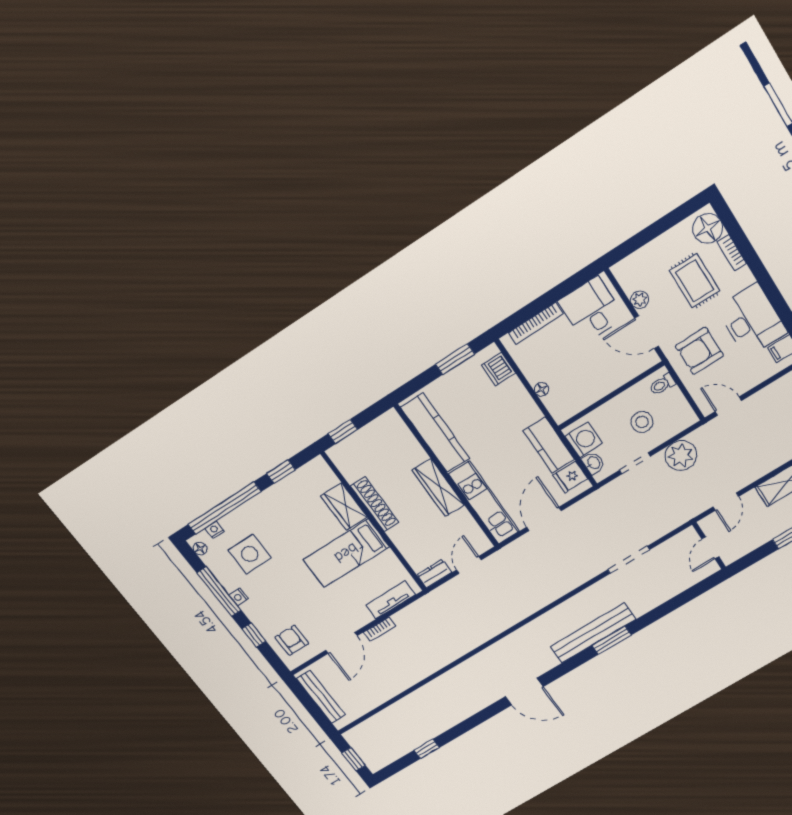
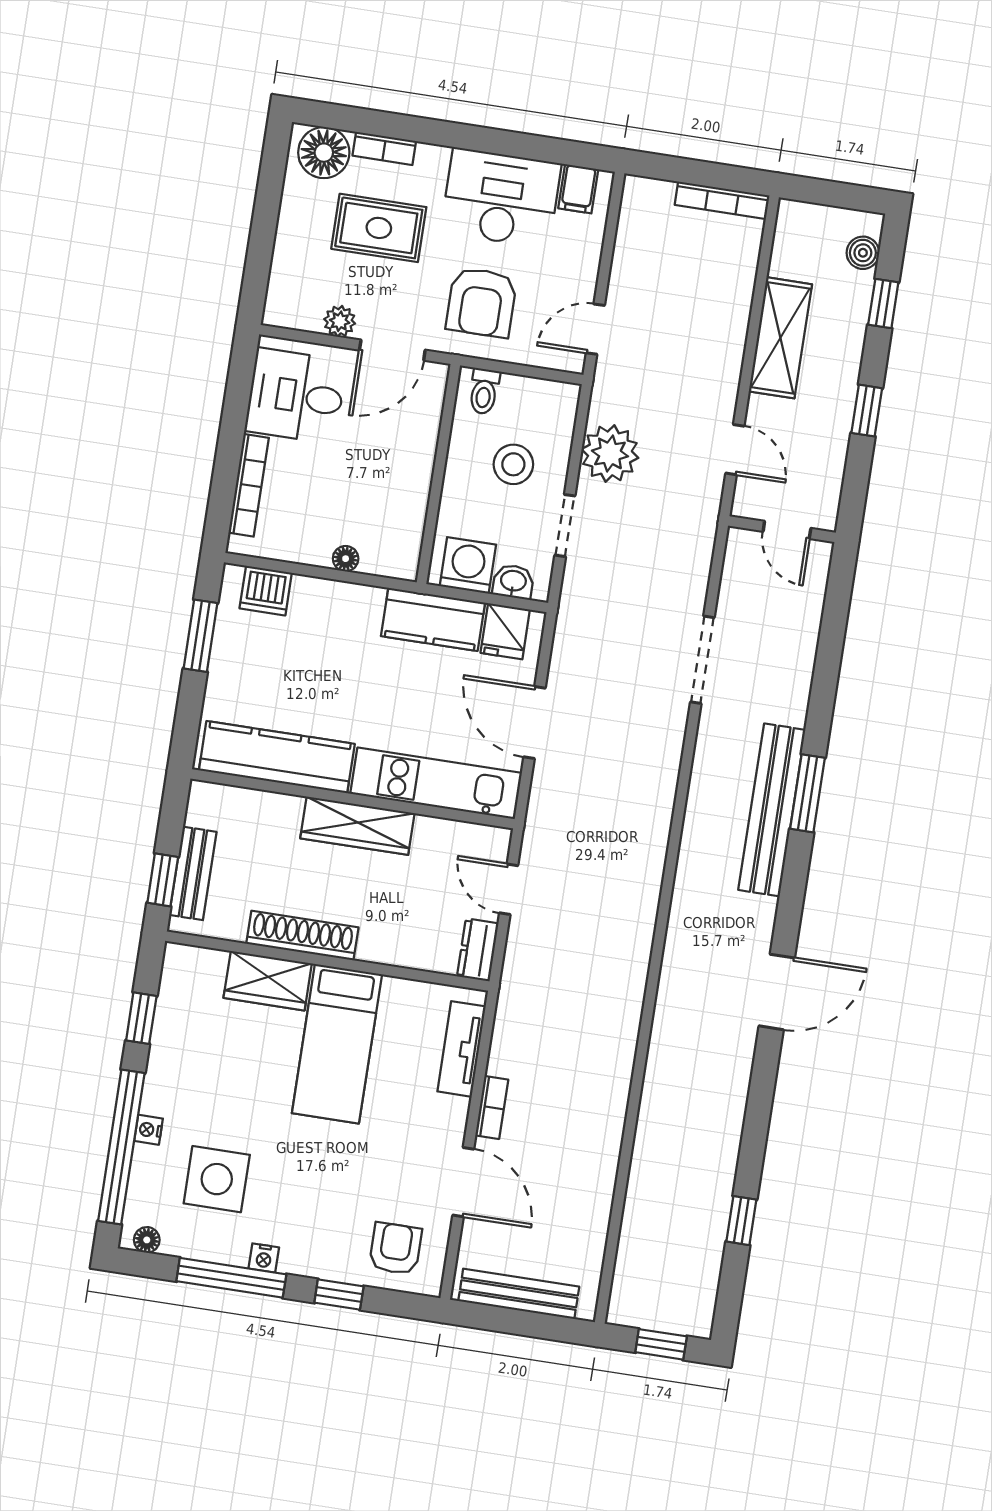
bench: (357, 441) -> (193, 873), added
nightstand: (215, 530) -> (149, 1130), moved
armchair: (292, 640) -> (395, 1249), turned 90

